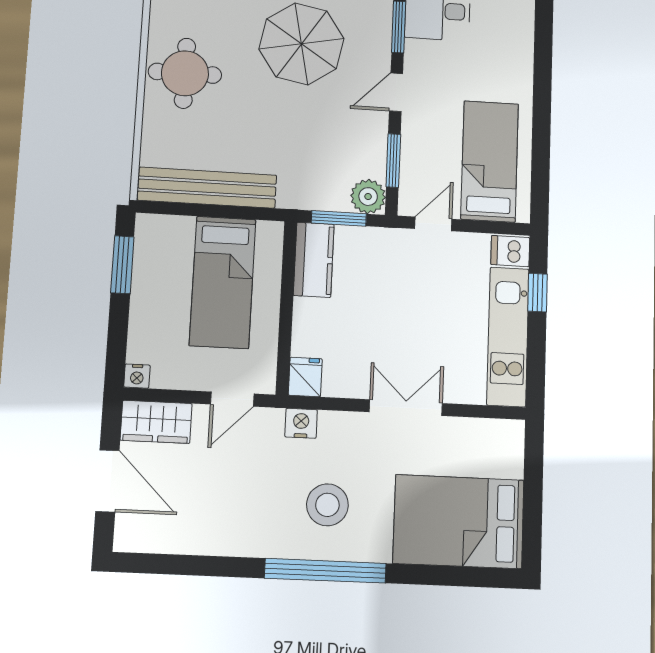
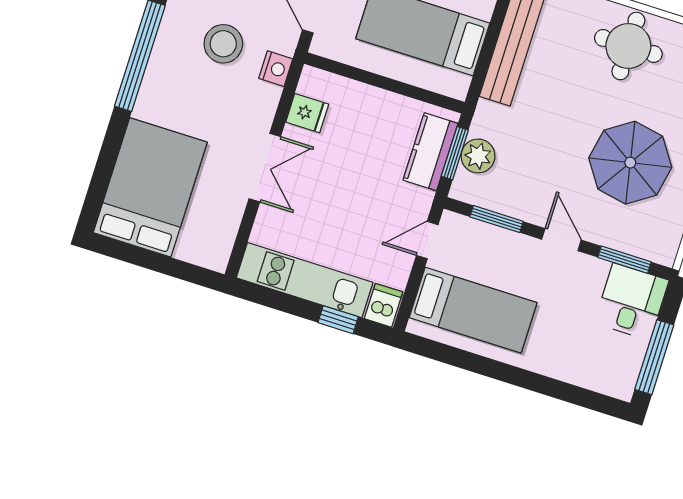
plant: (368, 197) -> (478, 156), moved
door: (433, 224) -> (427, 240), swing flipped
kitchen counter: (314, 260) -> (430, 152), moved, turned 90
fridge: (305, 377) -> (307, 113), moved
stool: (327, 505) -> (223, 44), moved

